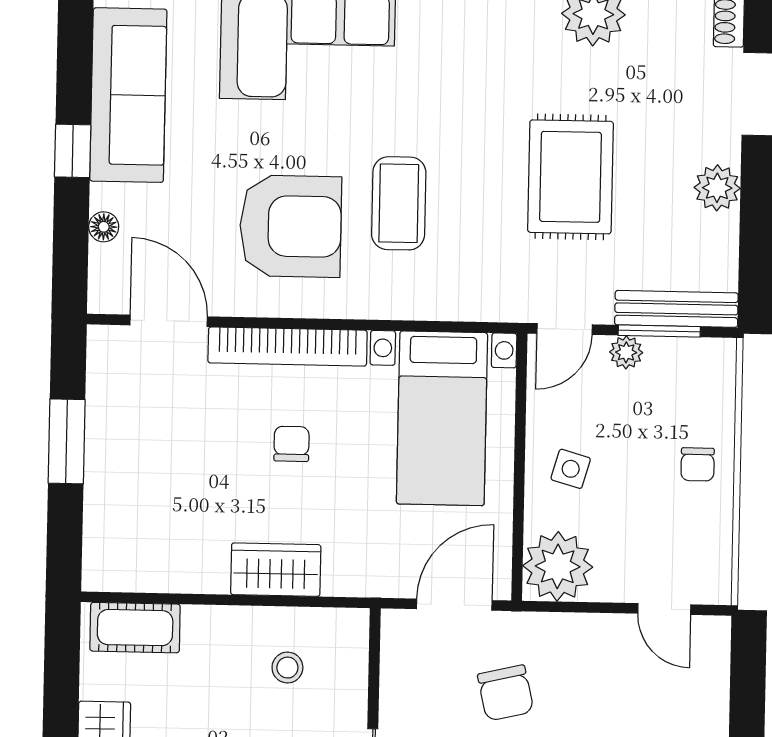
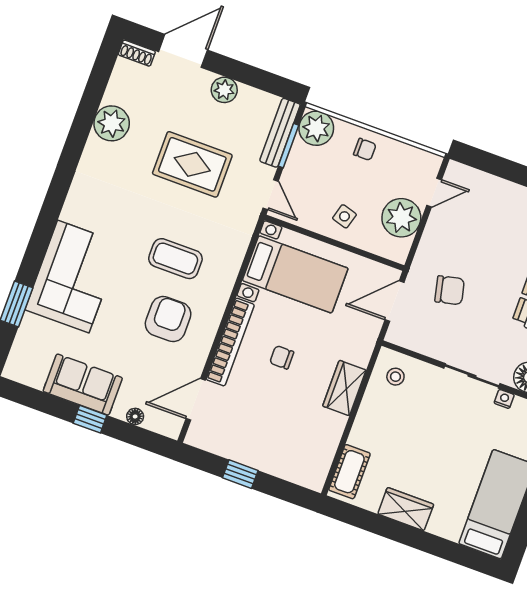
sofa: (128, 95) -> (83, 385), width x0.73
armchair: (291, 226) -> (168, 319), width x0.73, depth x0.73
plant: (626, 352) -> (316, 128), moved, width x1.87, depth x1.87
window: (67, 441) -> (240, 474), width x0.67
plant: (558, 566) -> (401, 218), moved
door: (454, 605) -> (394, 301), hinge flipped
stool: (287, 668) -> (395, 377), moved

